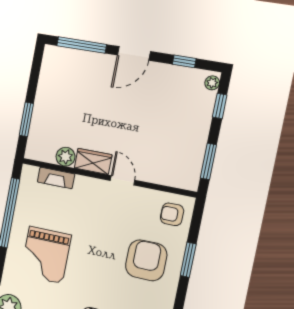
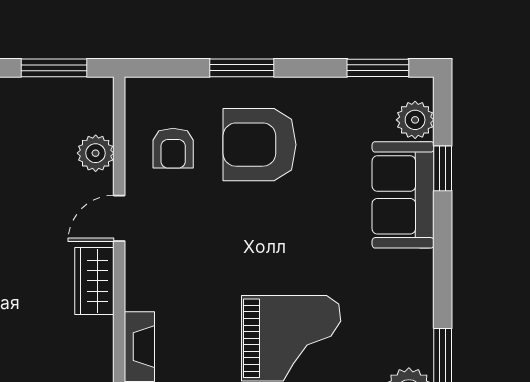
plant: (66, 157) -> (96, 153), moved
armchair: (172, 214) -> (173, 148), moved

